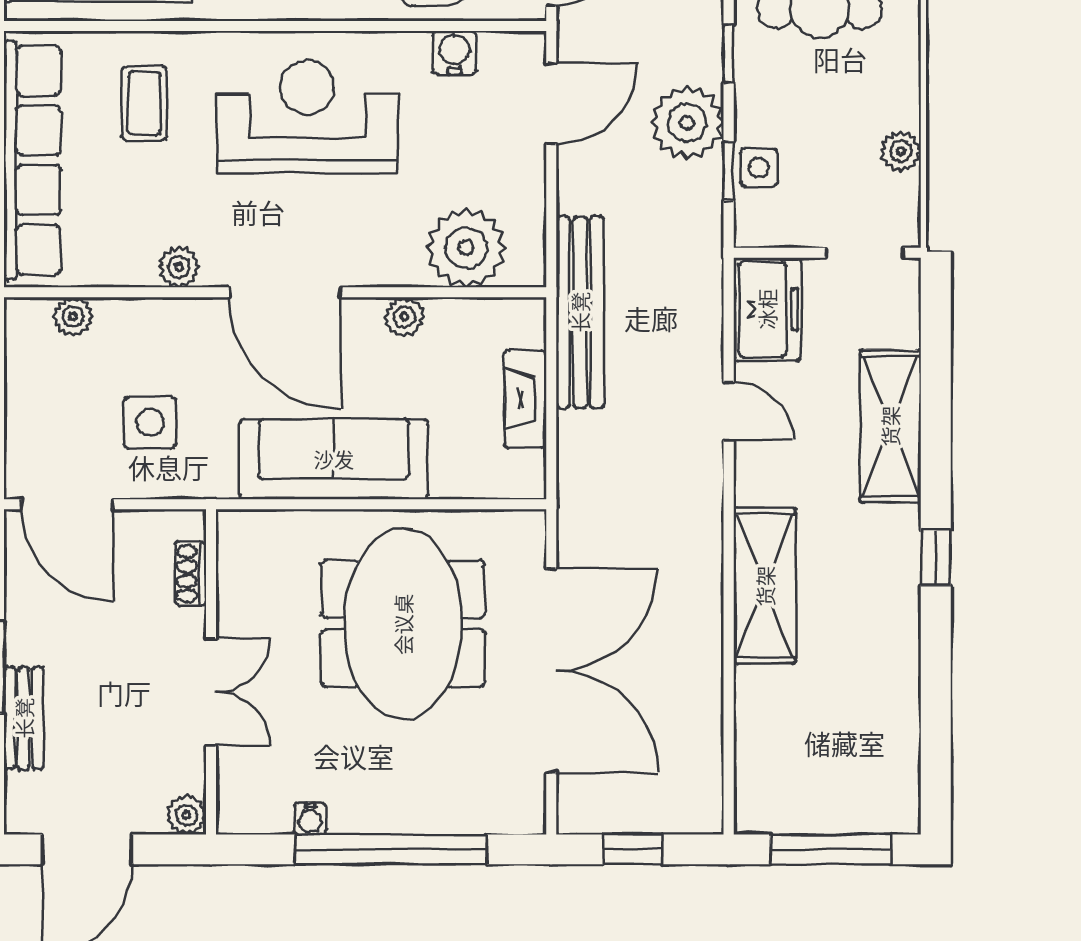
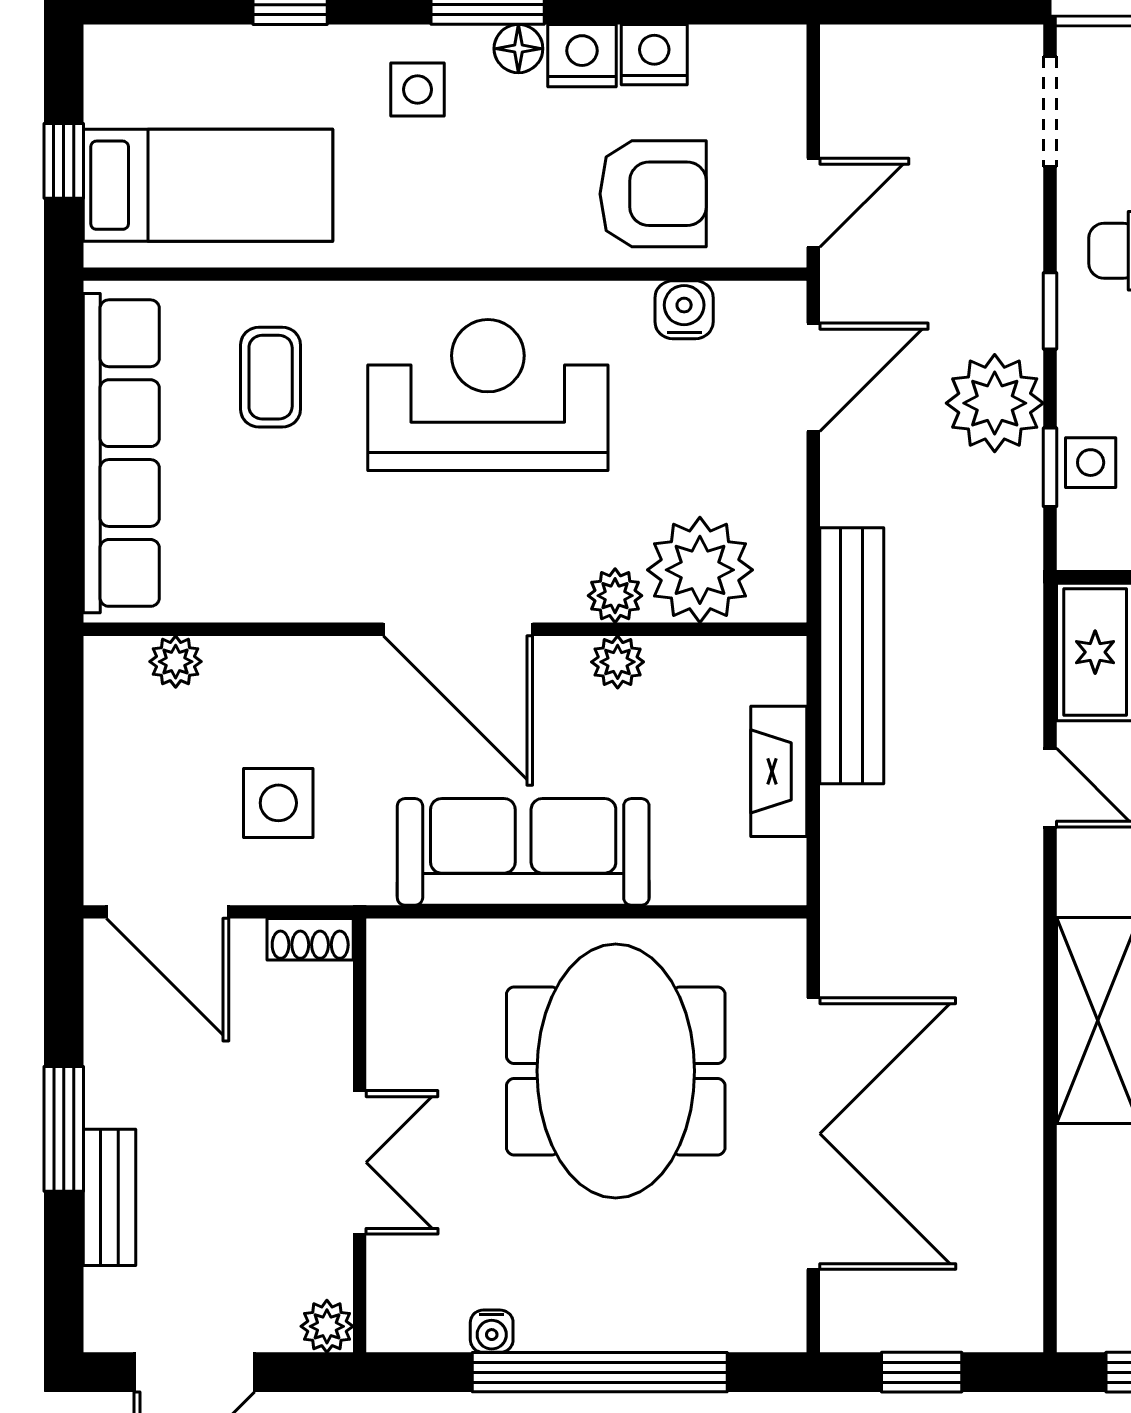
plant: (179, 267) -> (615, 596), moved
shoe rack: (190, 574) -> (310, 939), moved, turned -90

